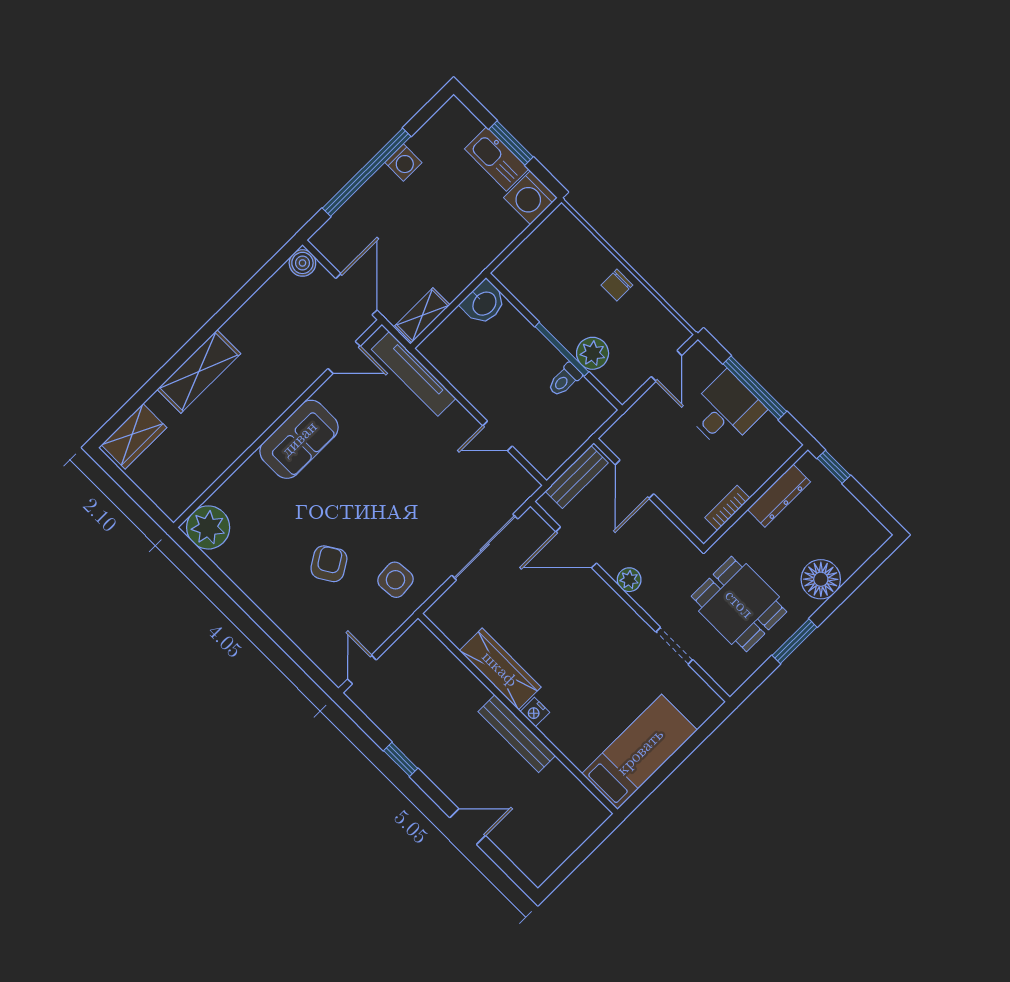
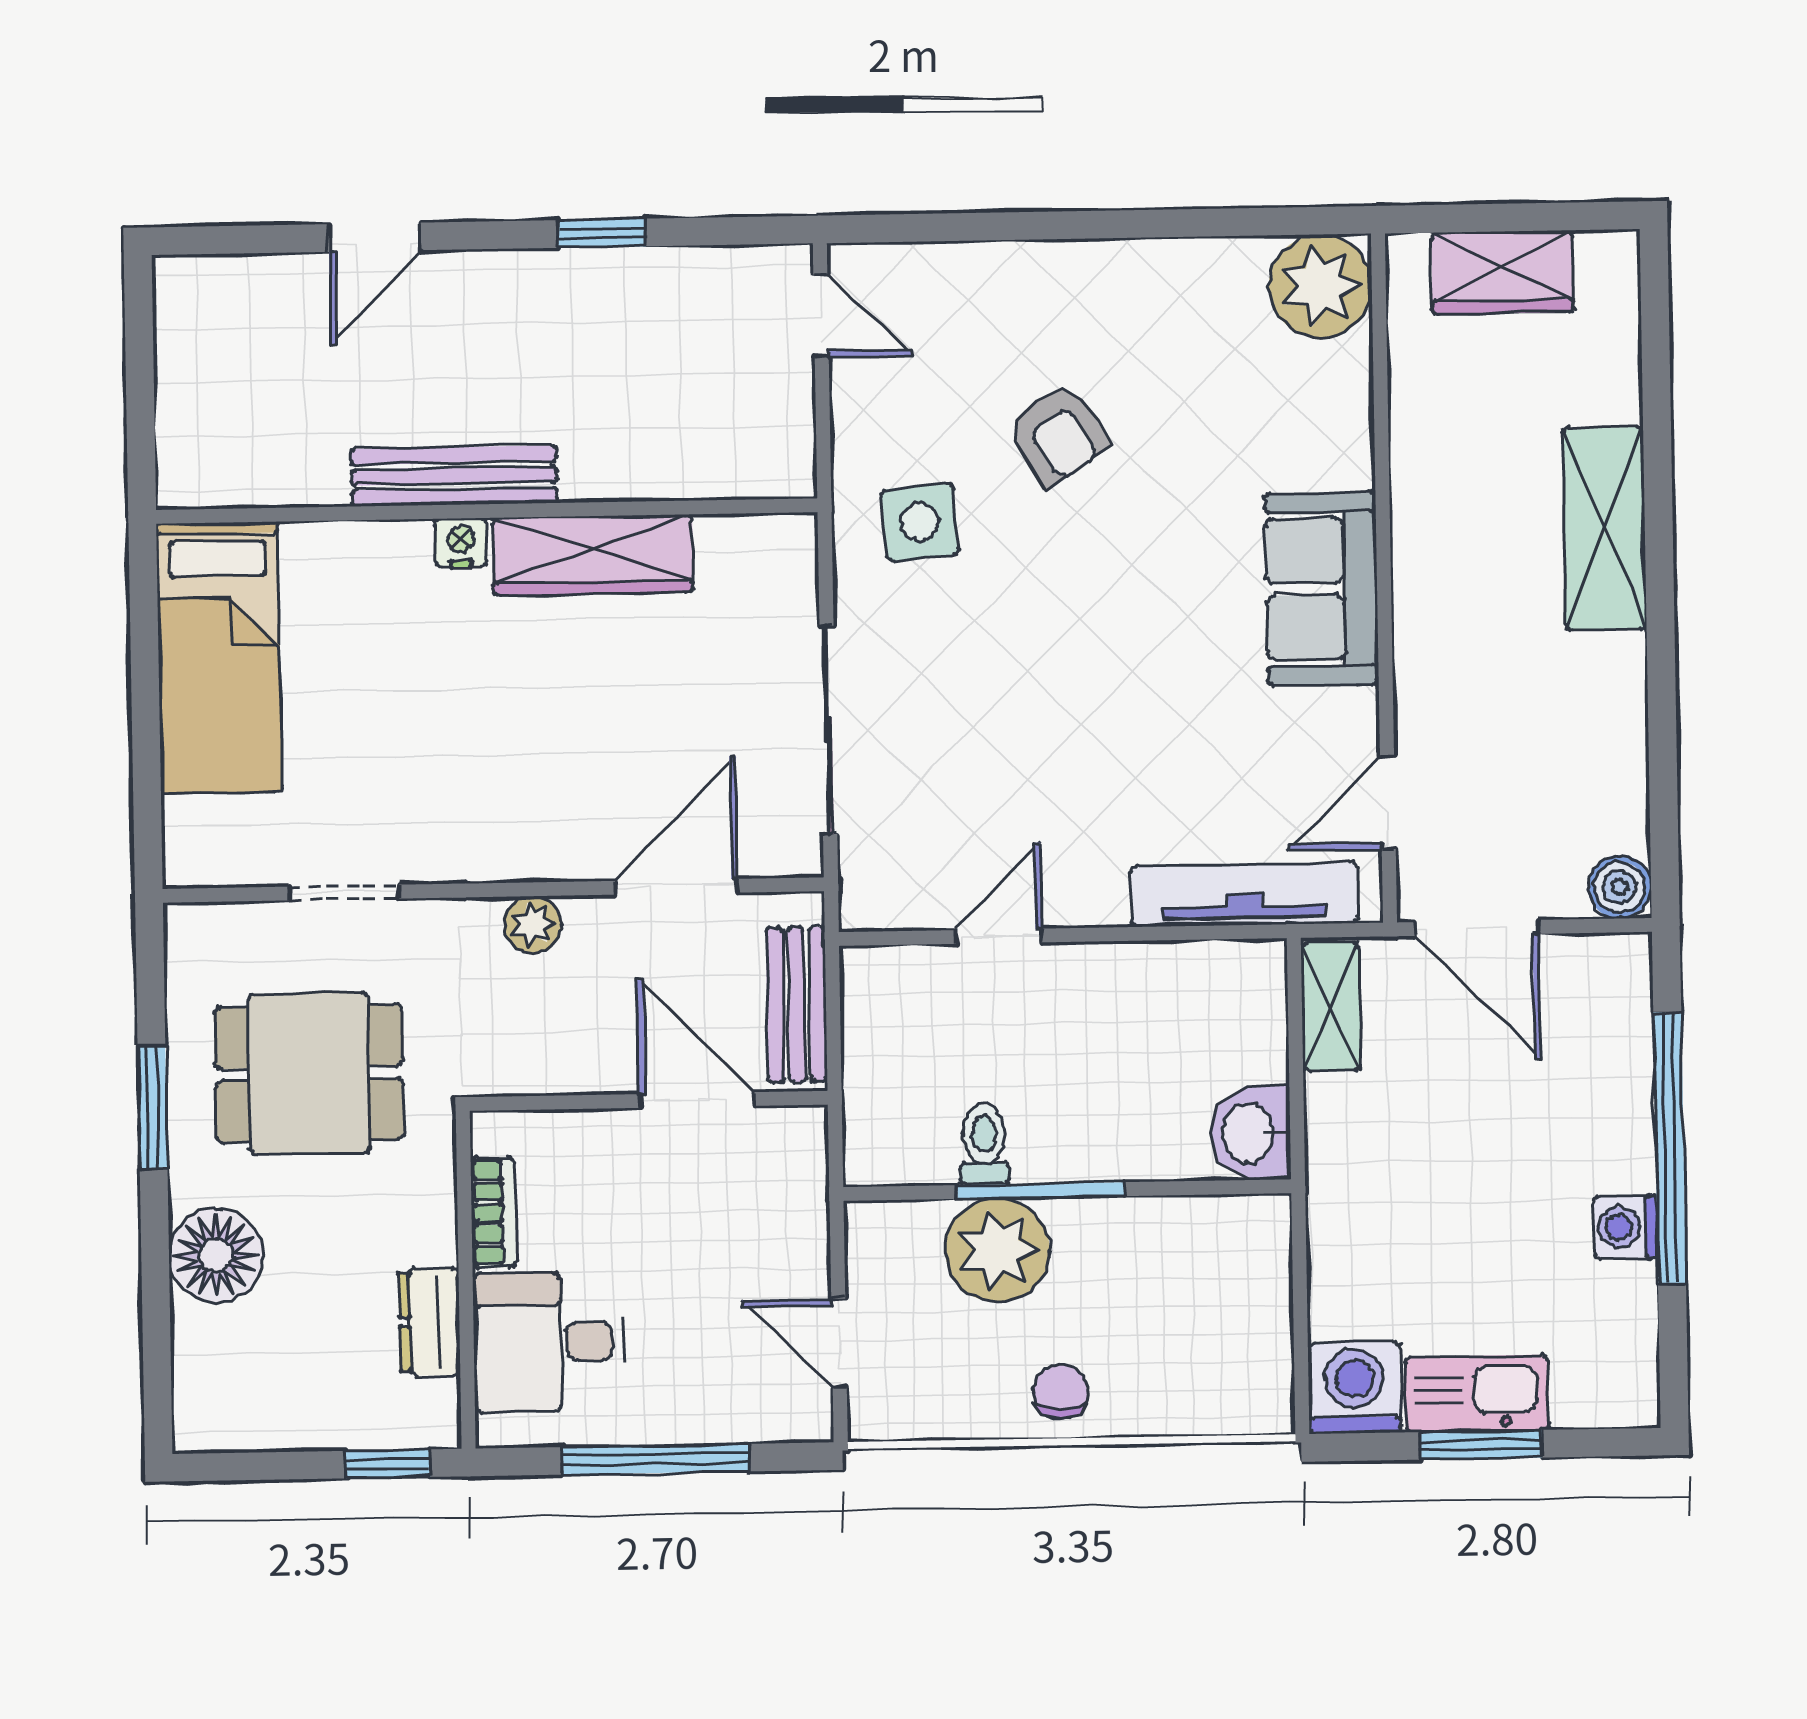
plant: (593, 353) -> (998, 1250), width x1.36, depth x1.36
desk: (725, 411) -> (549, 1342), moved, turned 90
wardrobe: (134, 436) -> (1502, 272), moved, turned -90
dresser: (779, 496) -> (429, 1322), width x0.70

